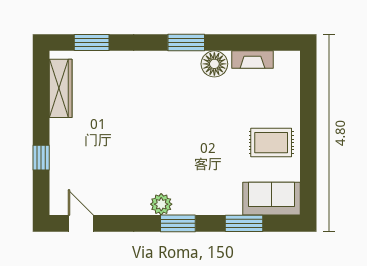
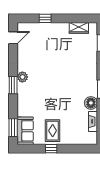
wardrobe: (61, 88) -> (79, 28), width x0.67
window: (308, 146) -> (51, 149), added
window: (244, 223) -> (13, 128), moved

